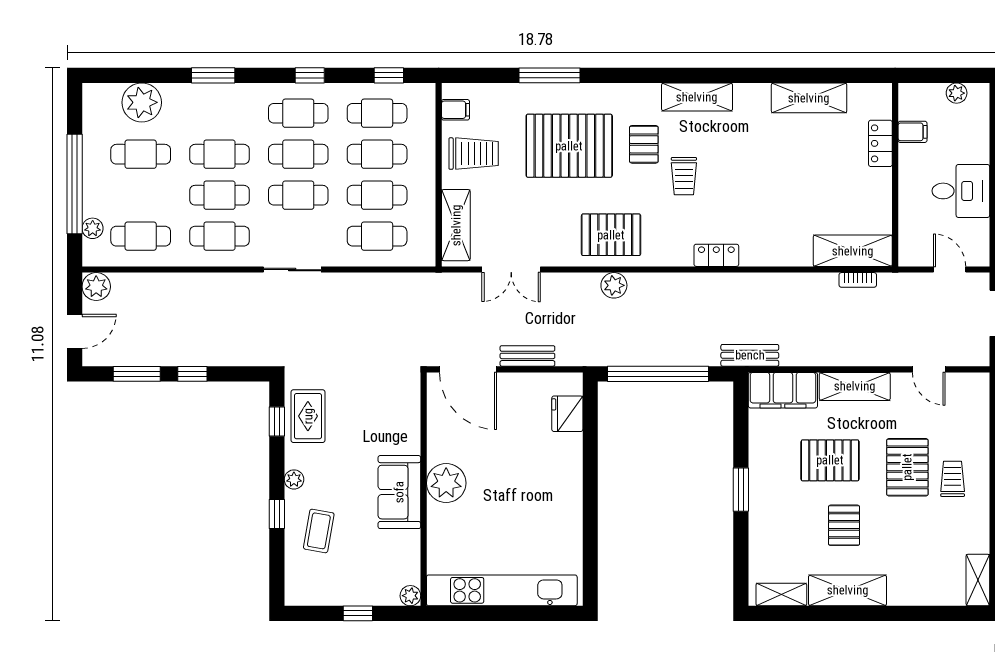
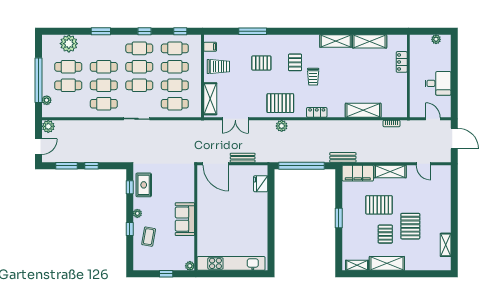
shelving: (697, 97) -> (336, 41), moved
filing cabinet: (913, 132) -> (416, 57), removed
pallet: (569, 146) -> (261, 63), width x0.49, depth x0.50
cafe table: (141, 236) -> (68, 85), moved
shelving: (853, 251) -> (363, 110), moved
locker: (716, 255) -> (317, 112), moved
pallet: (907, 467) -> (410, 226), moved
trolley: (953, 479) -> (434, 213), removed
plant: (446, 483) -> (206, 215), removed
shelving: (978, 580) -> (446, 245), moved

